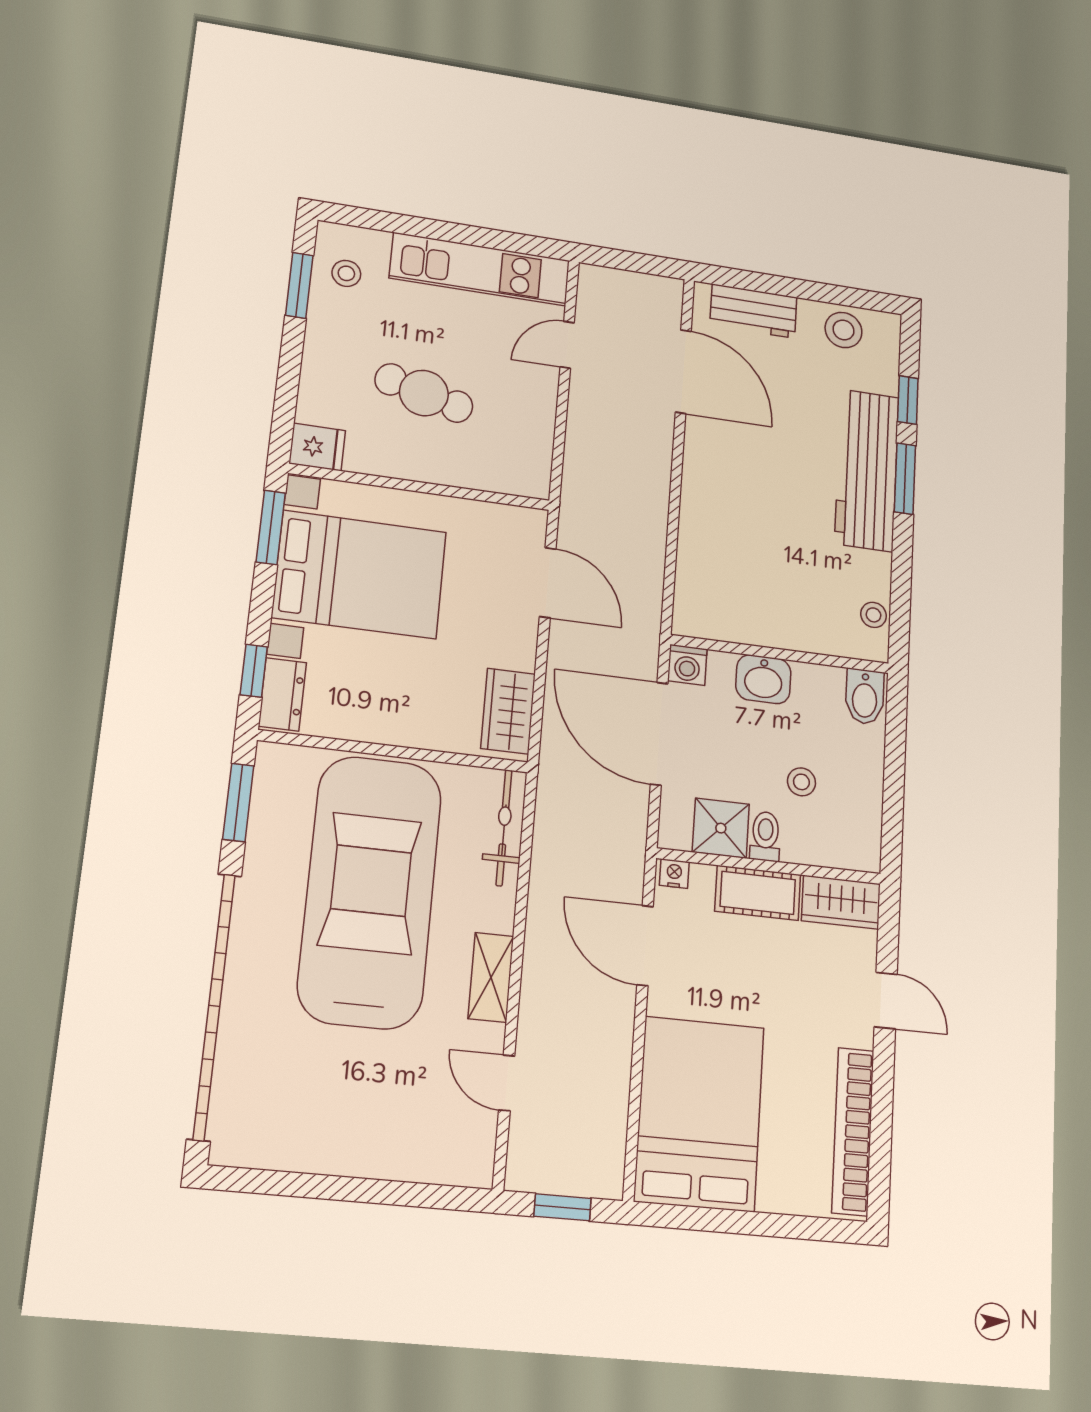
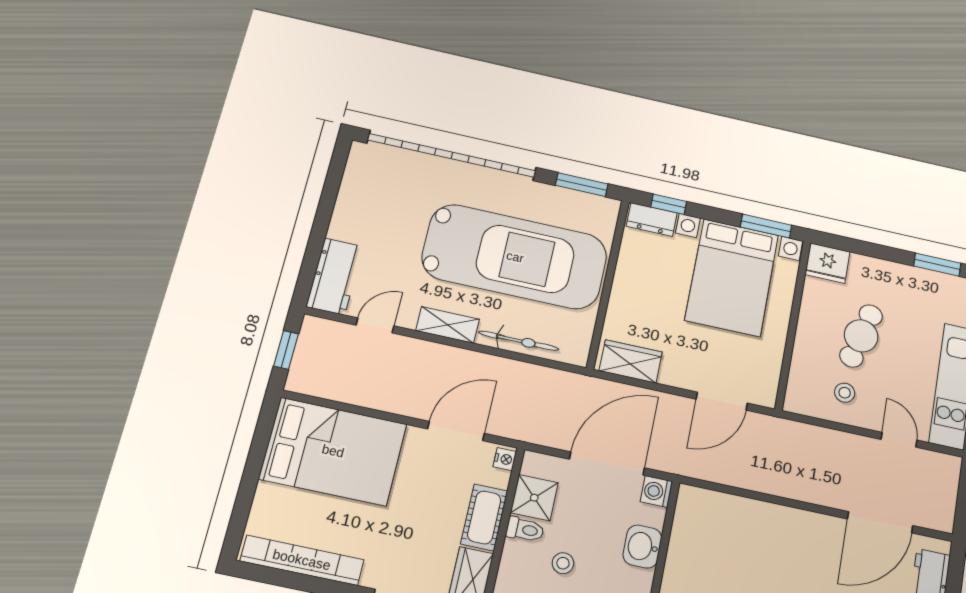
stool: (346, 273) -> (845, 393), moved
fridge: (317, 447) -> (827, 263), width x1.38
bicycle: (504, 828) -> (519, 341), moved
workbench: (439, 1155) -> (335, 276), added

